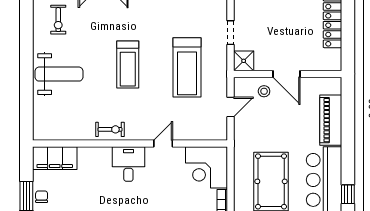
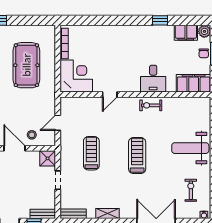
treadmill: (187, 67) -> (91, 153), width x0.73, depth x0.73
desk: (128, 164) -> (153, 79), moved

